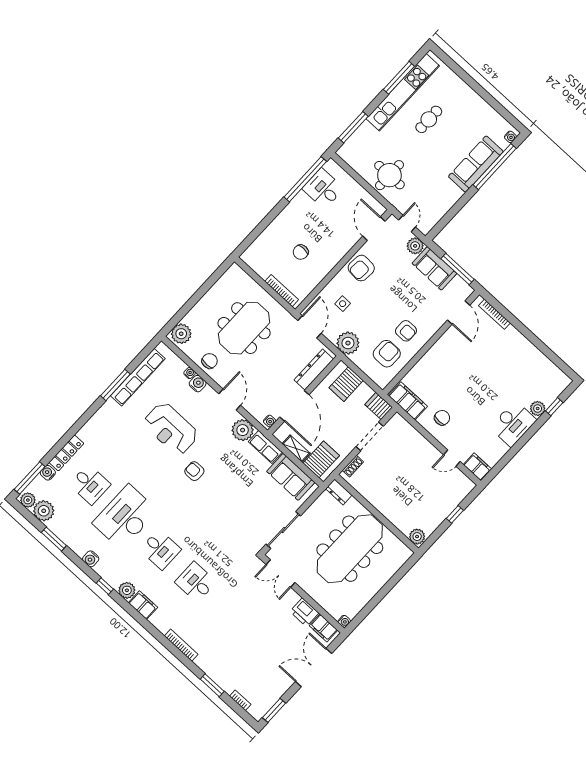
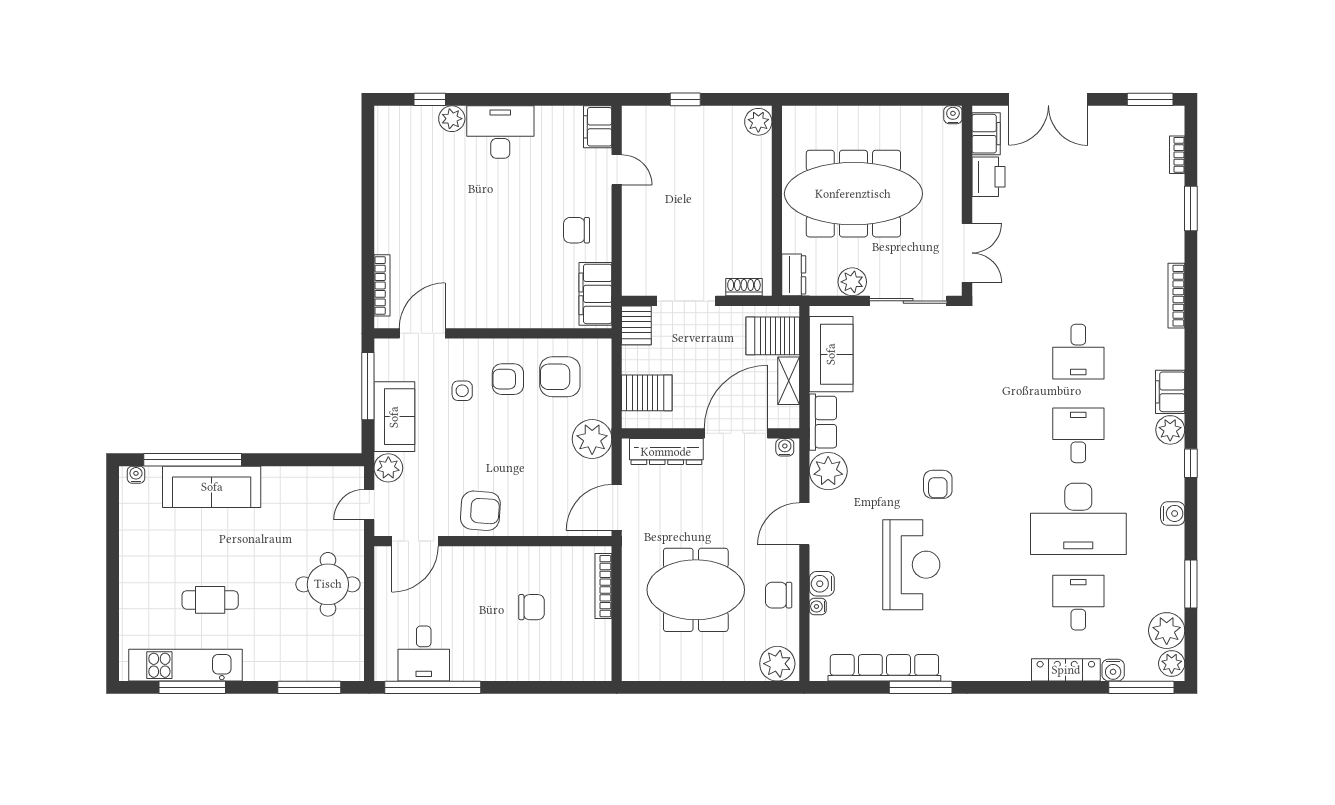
kitchen unit: (403, 92) -> (185, 665), width x0.73
side table: (343, 304) -> (462, 391), moved
armchair: (406, 331) -> (508, 379), turned -90
plant: (313, 514) -> (852, 282), added

